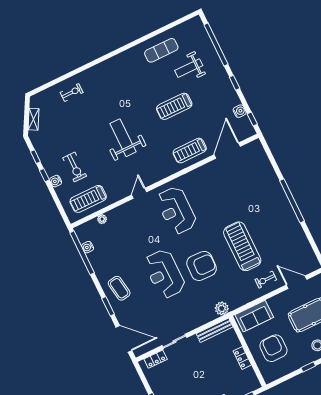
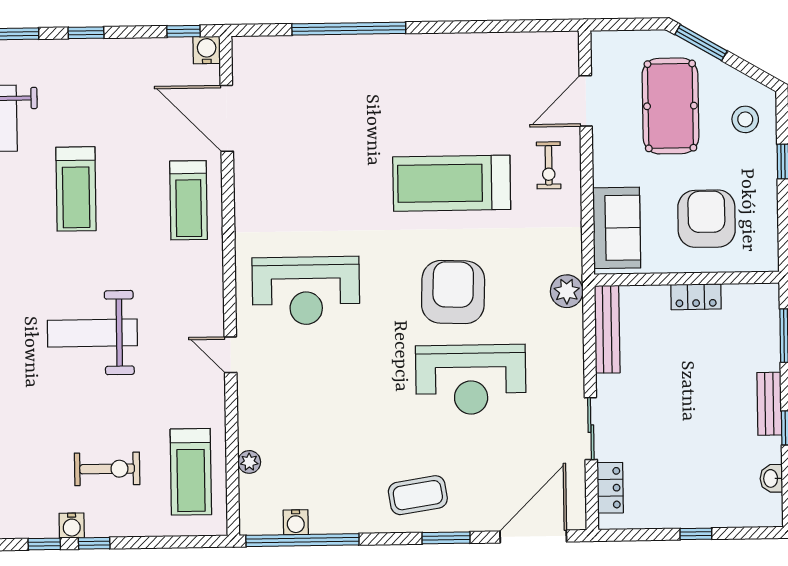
water cooler: (240, 111) -> (207, 50), moved
water cooler: (56, 181) -> (72, 526), moved
window: (292, 201) -> (349, 29), moved
reception desk: (165, 274) -> (471, 380), moved
armchair: (273, 348) -> (706, 219), turned 90

